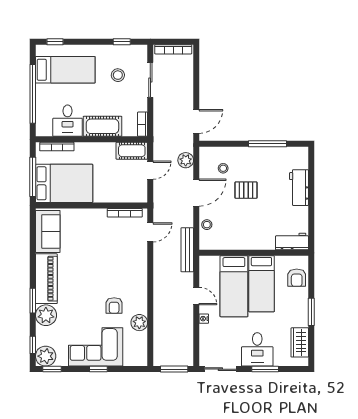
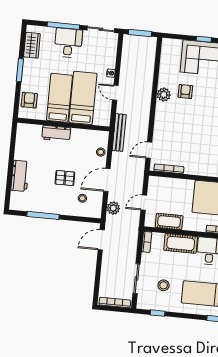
cot: (132, 151) -> (169, 222), moved
workbench: (292, 241) -> (56, 133), moved
plant: (139, 323) -> (164, 95), moved
window: (265, 369) -> (63, 26), width x1.44

